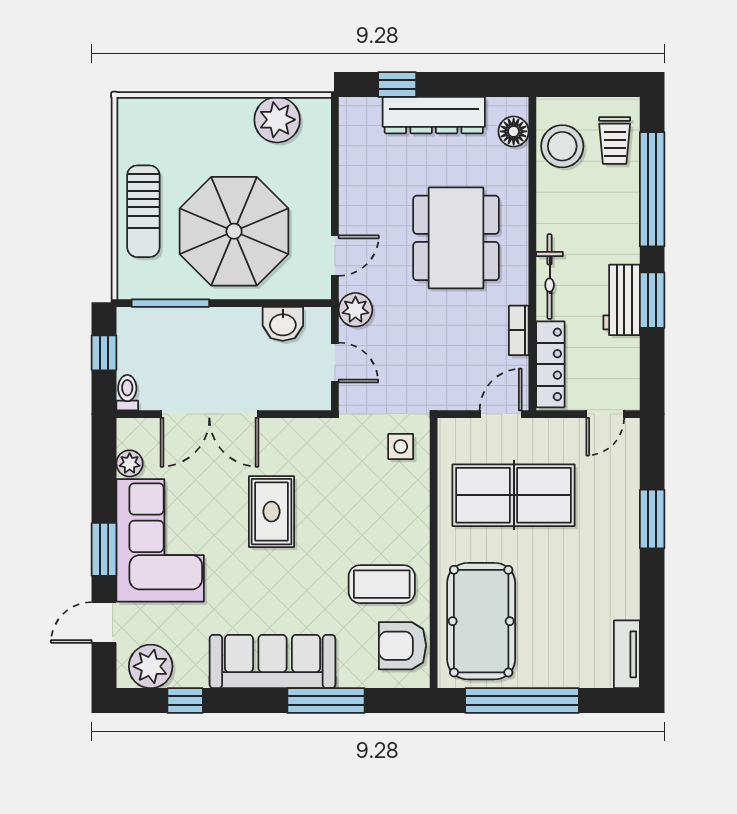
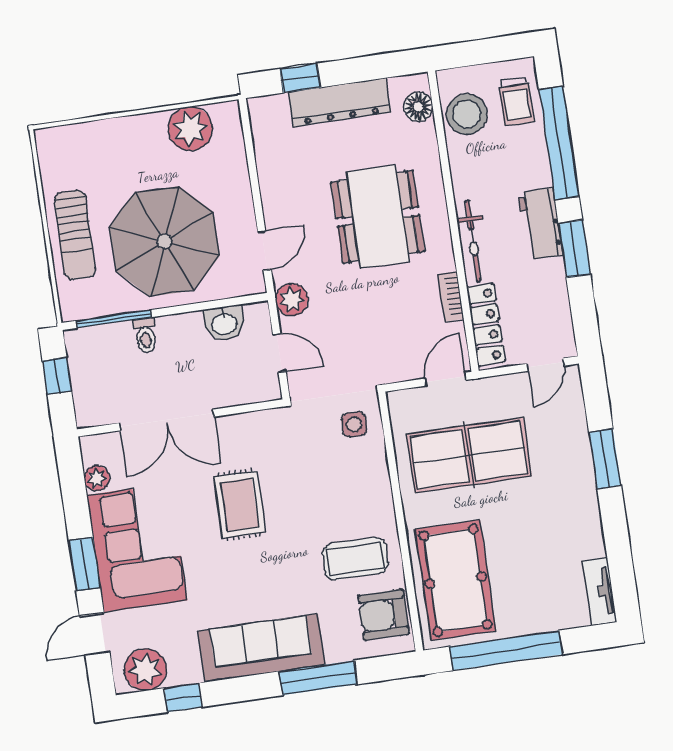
workbench: (622, 300) -> (541, 224), moved
toilet: (127, 393) -> (145, 335), moved, turned 180

